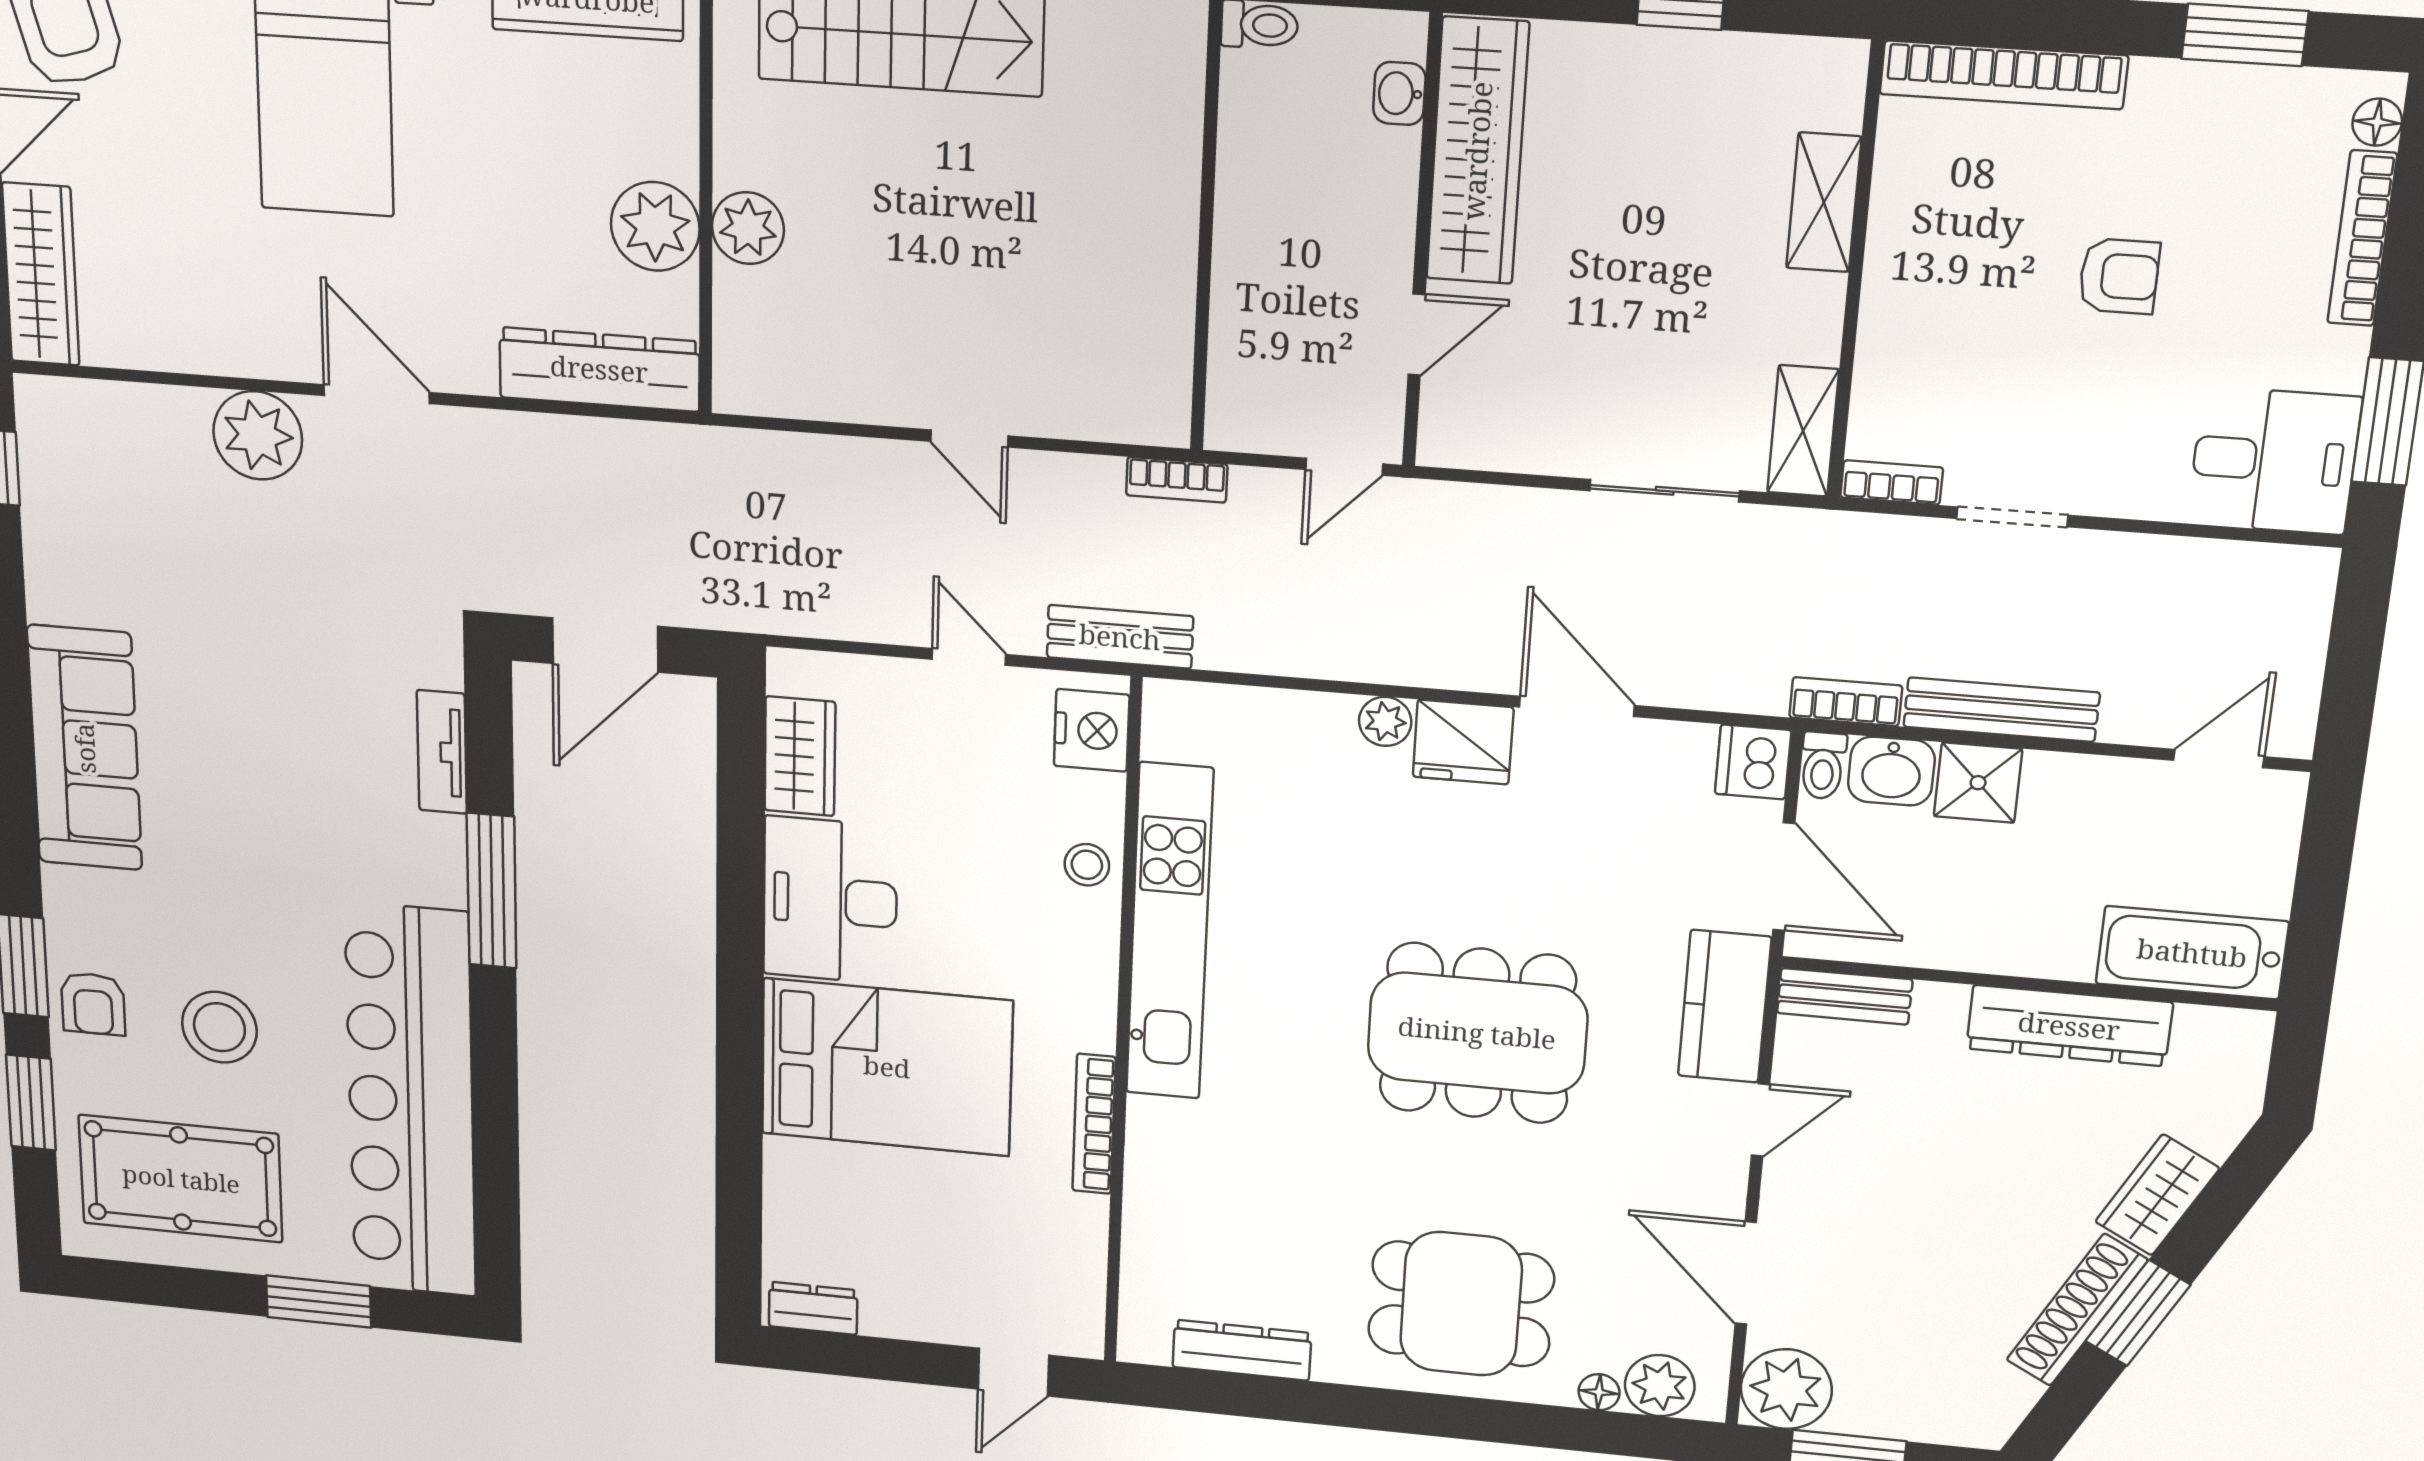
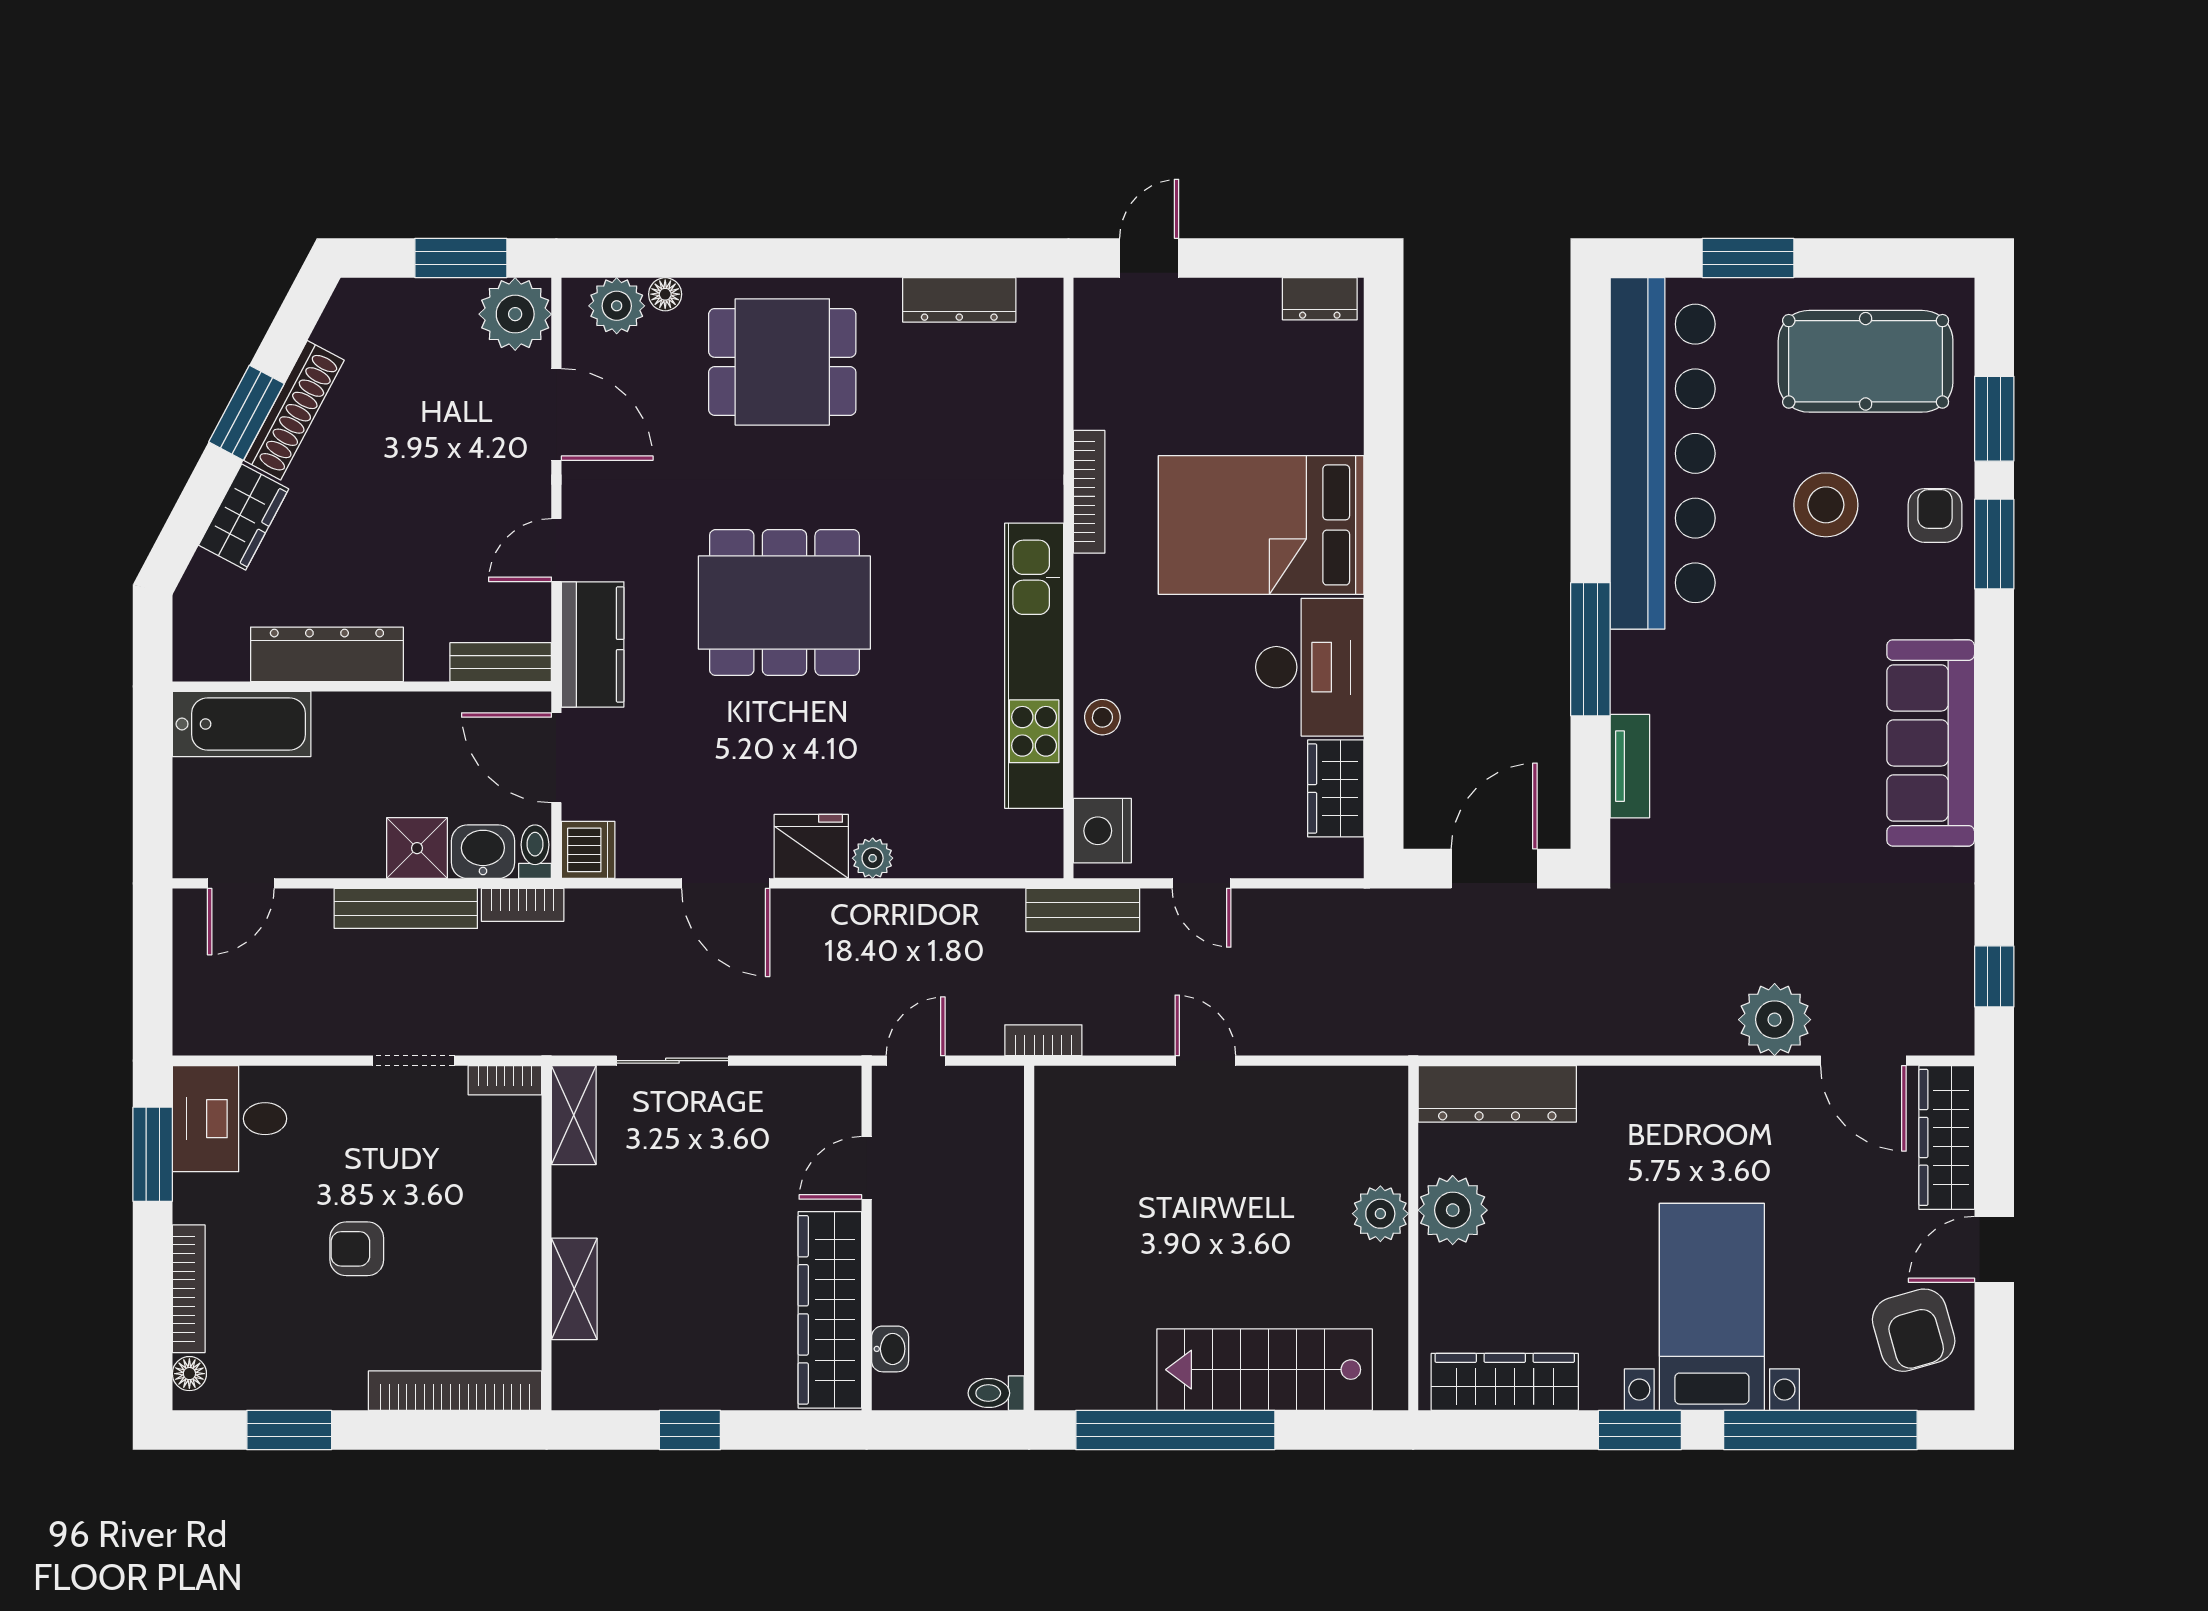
door: (377, 394) -> (1863, 1061), moved

